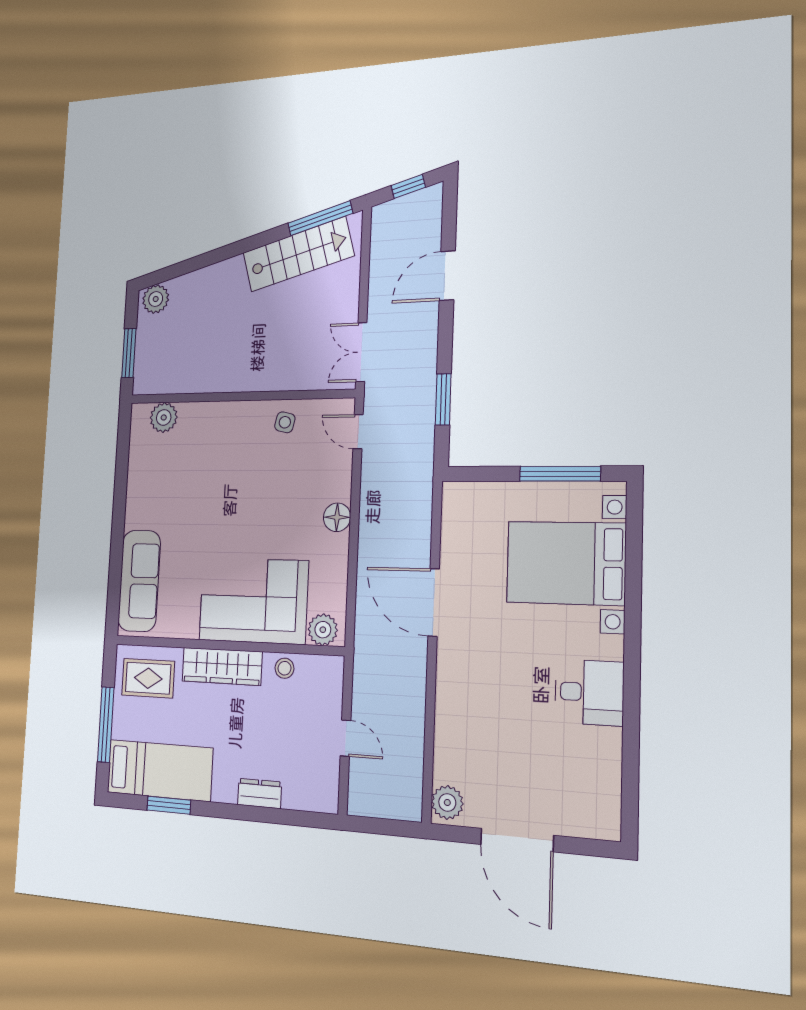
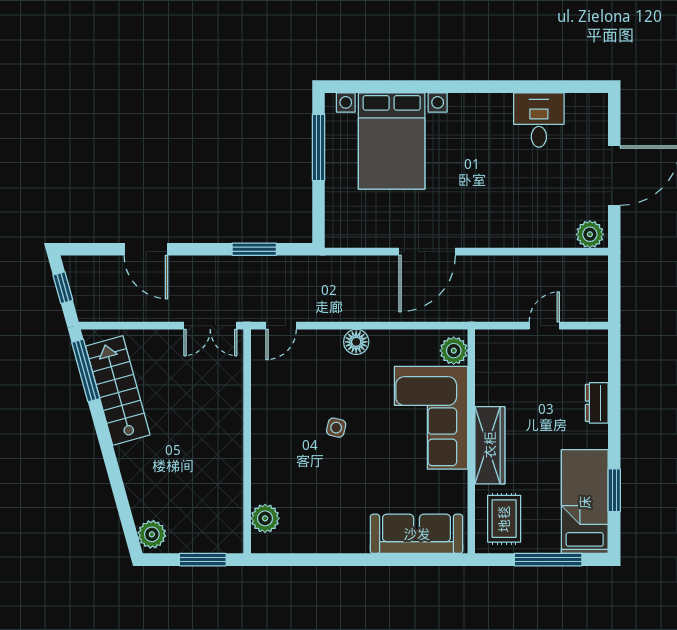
side table: (285, 422) -> (336, 428), moved
stool: (284, 668) -> (488, 385), removed
desk: (589, 692) -> (539, 120), moved

